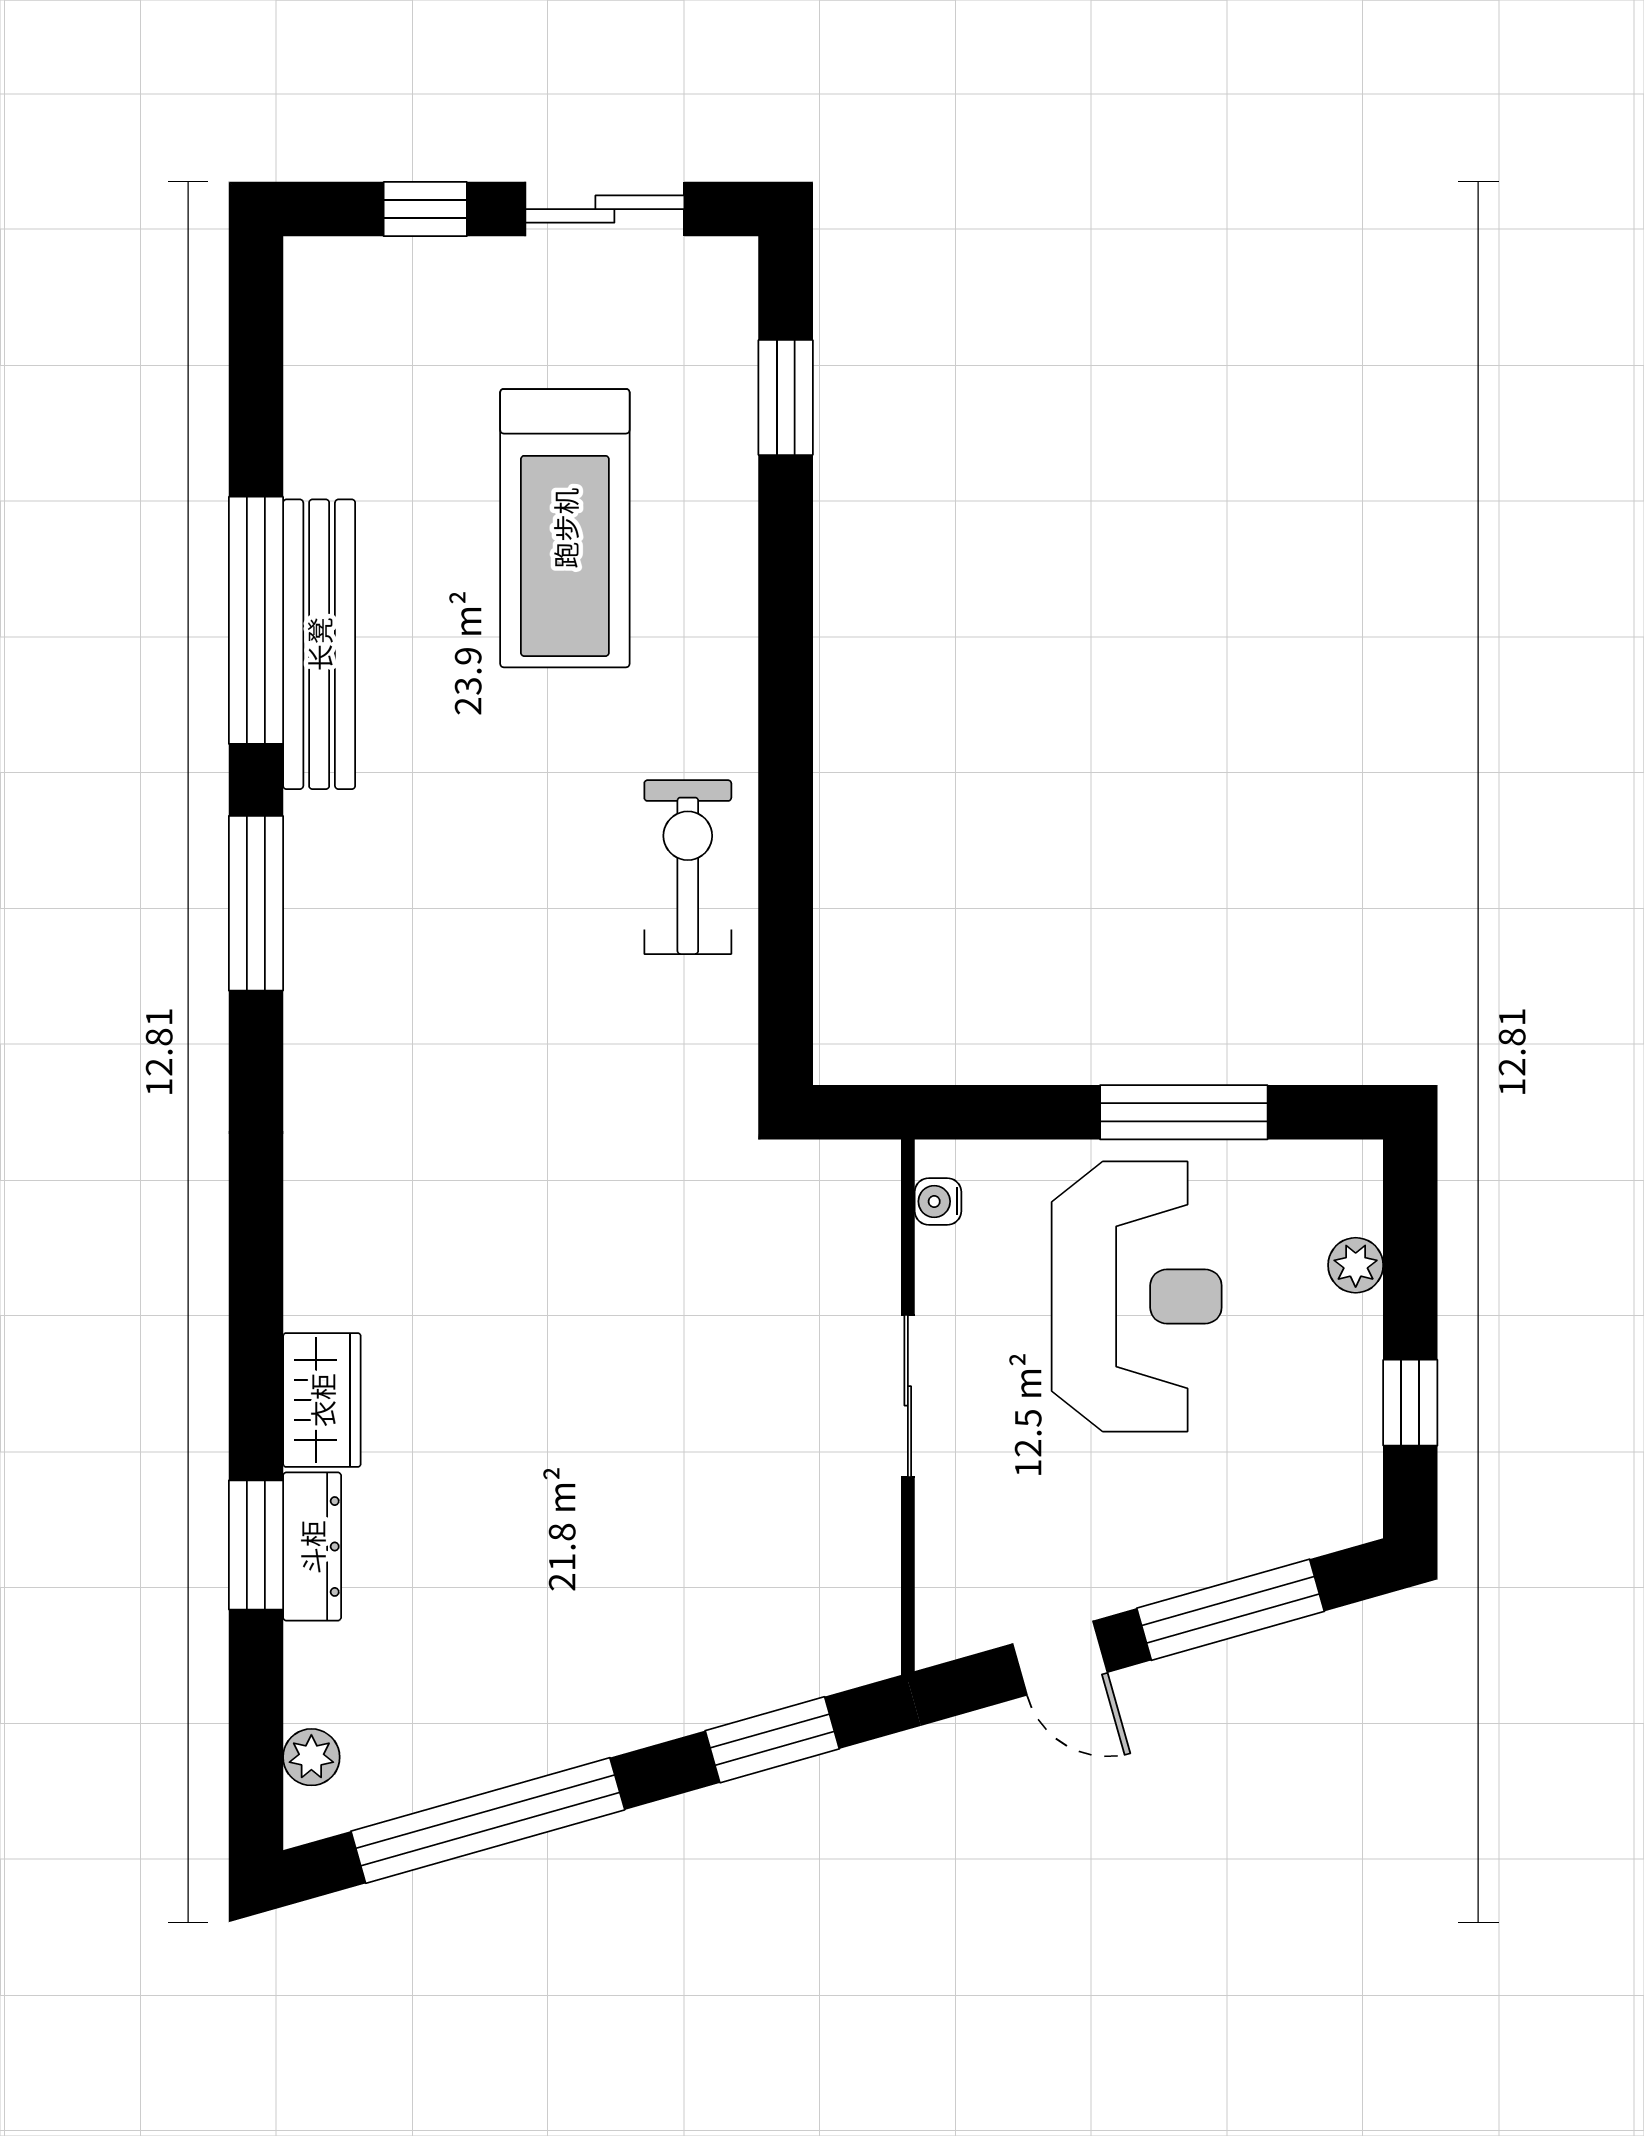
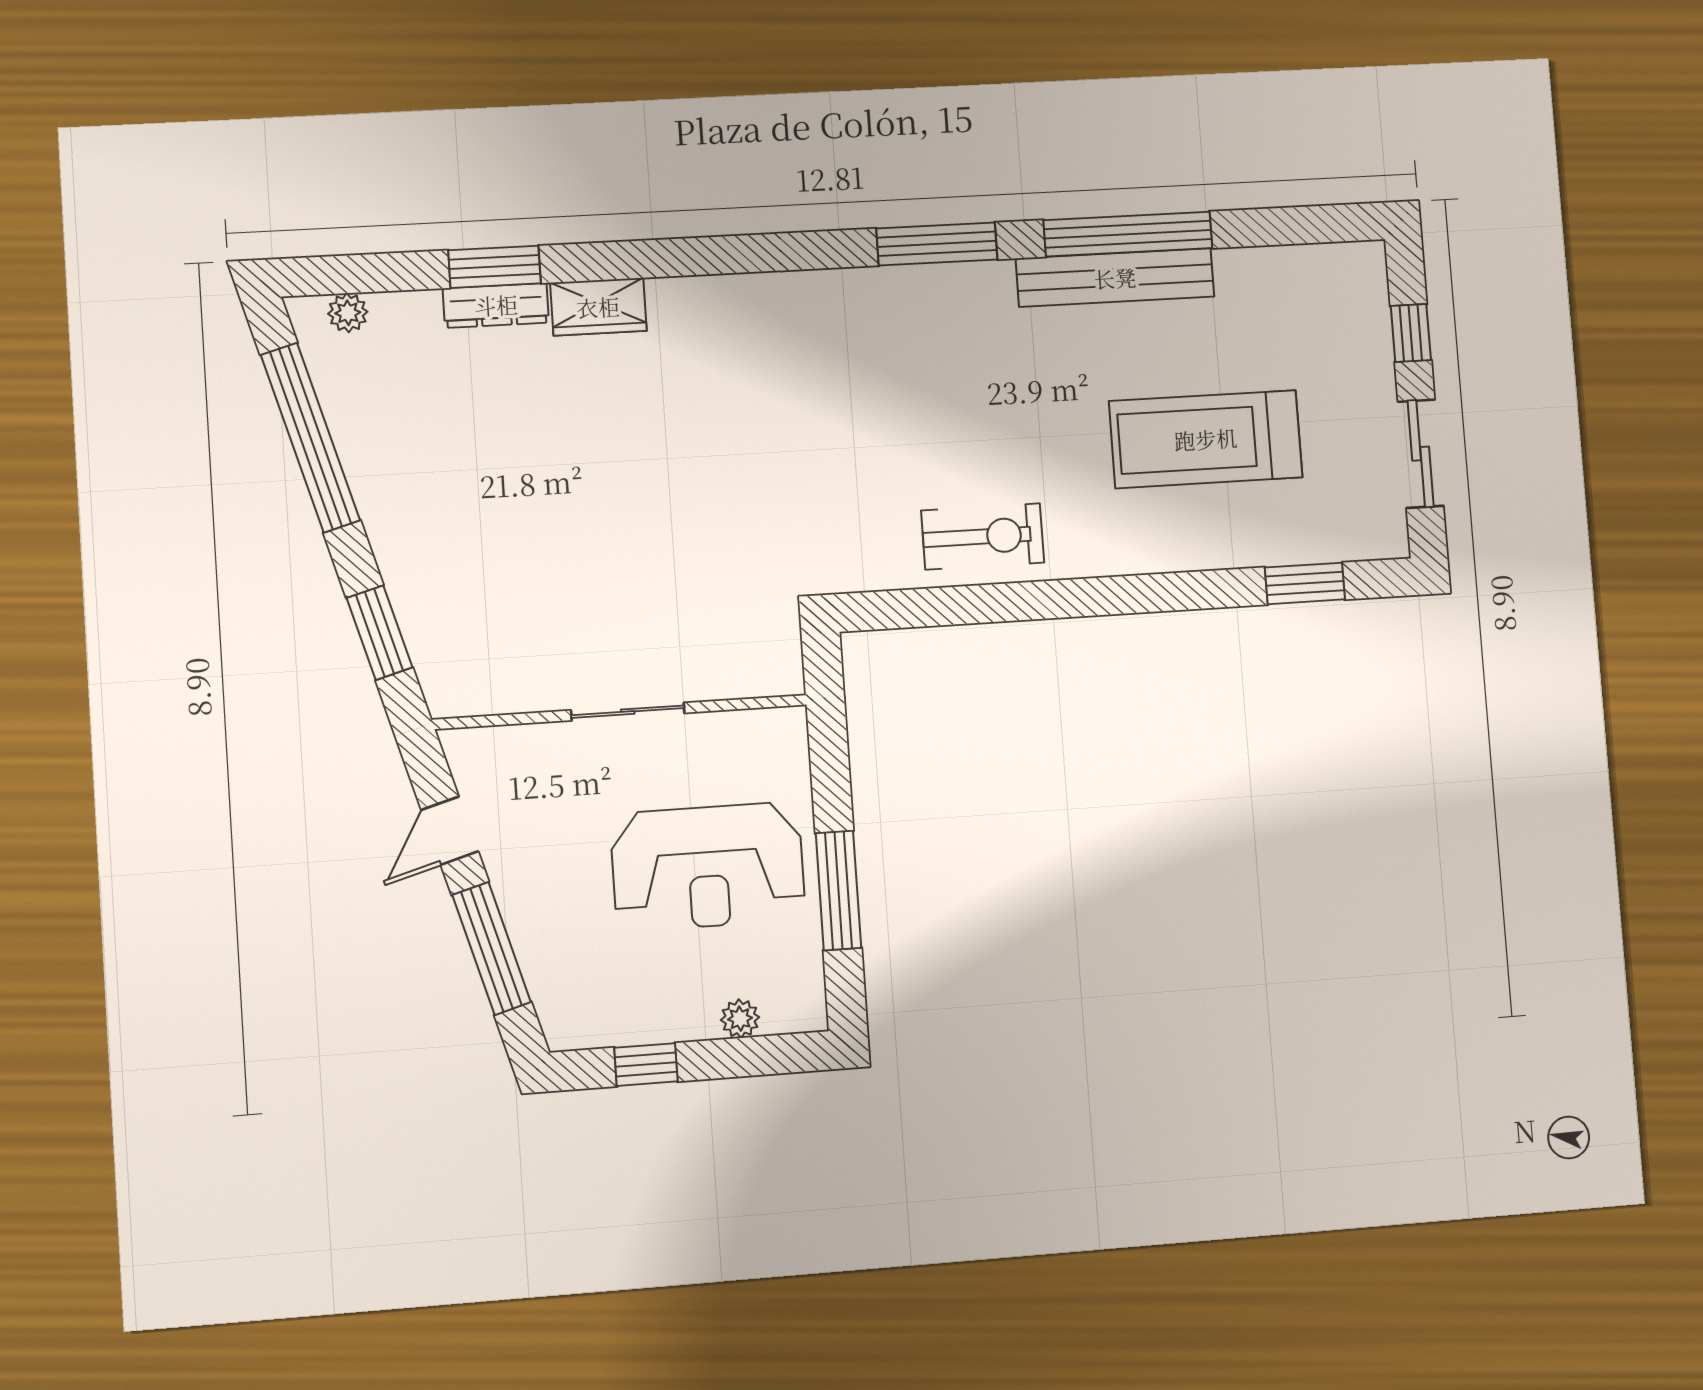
water cooler: (938, 1201) -> (765, 724), removed

